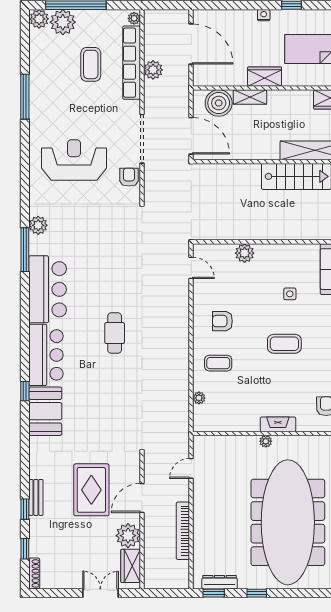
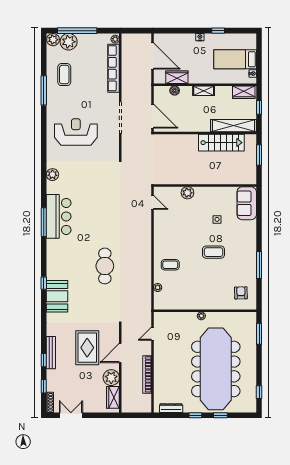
coffee table: (91, 64) -> (64, 75), moved
plant: (153, 70) -> (128, 73), removed
wardrobe: (265, 77) -> (177, 77), moved
shelving: (250, 97) -> (204, 91), moved
boiler: (219, 103) -> (175, 91), width x0.54, depth x0.54
armchair: (129, 177) -> (112, 143), removed
window: (25, 250) -> (44, 222), moved
armchair: (222, 321) -> (173, 237), removed
cafe table: (115, 333) -> (105, 266), moved, width x1.37, depth x1.35
bar counter: (46, 355) -> (58, 259), removed
fireplace: (278, 424) -> (209, 305), removed
bench: (36, 497) -> (51, 353), width x1.36
double door: (100, 593) -> (71, 415), moved
window: (214, 593) -> (220, 415), moved

